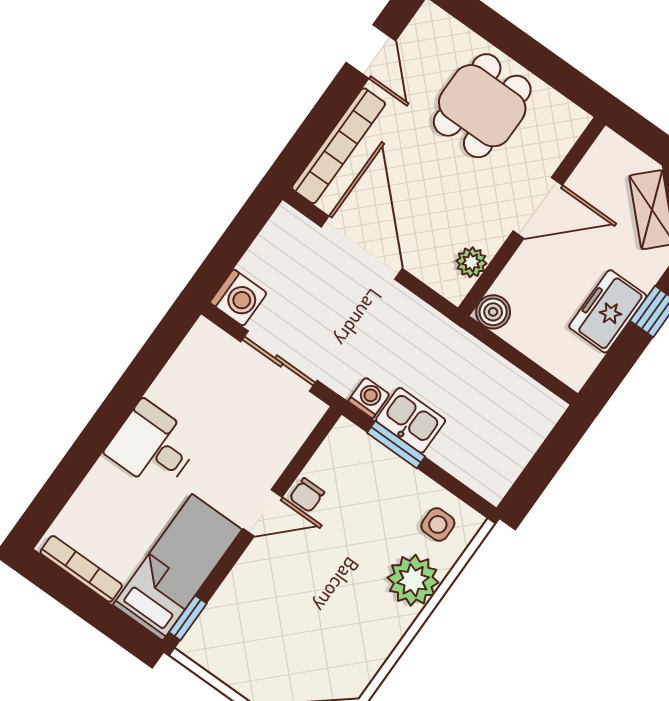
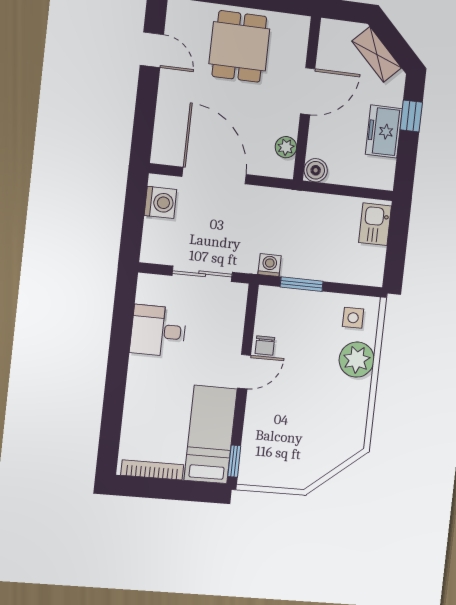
bookcase: (339, 146) -> (165, 120), removed
washing machine: (238, 298) -> (160, 202), moved
kitchen sink: (411, 420) -> (375, 224), moved, turned -90
desk: (153, 446) -> (158, 331), moved

